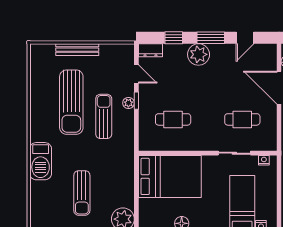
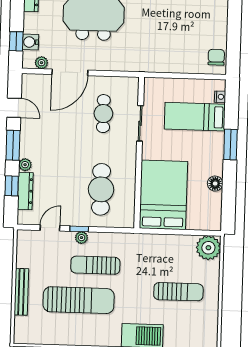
dresser: (150, 50) -> (25, 191), moved, width x1.44
plant: (199, 54) -> (25, 165), width x0.53, depth x0.53
cafe table: (173, 119) -> (101, 189), width x1.37, depth x1.35
nightstand: (264, 160) -> (149, 91), removed

